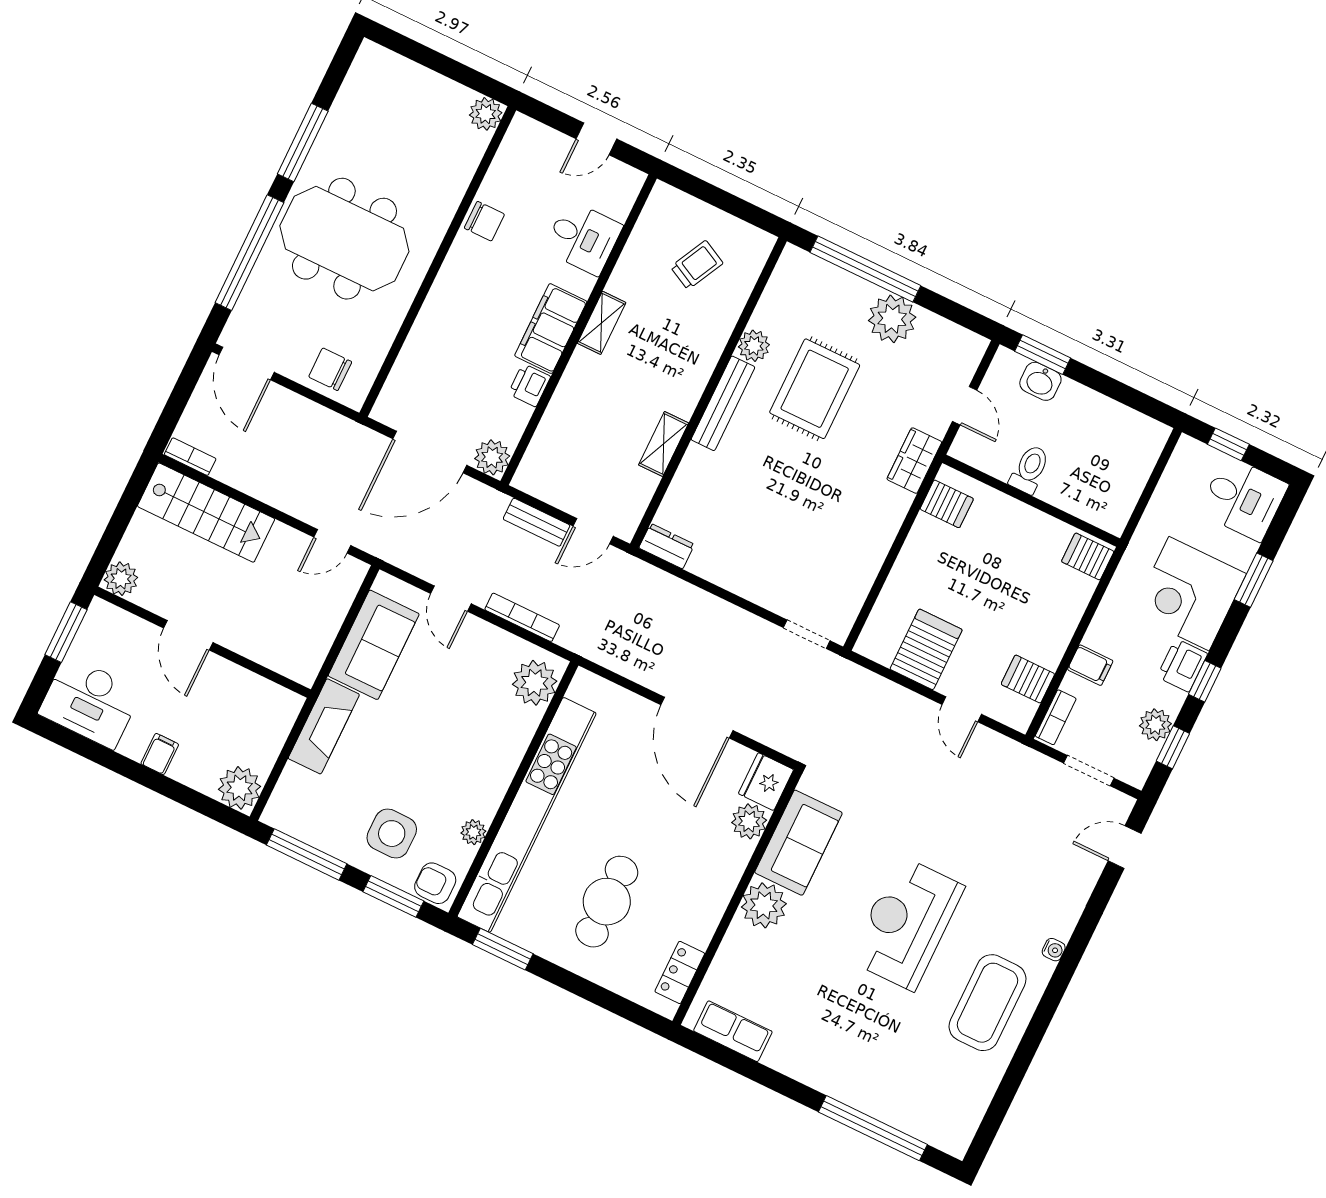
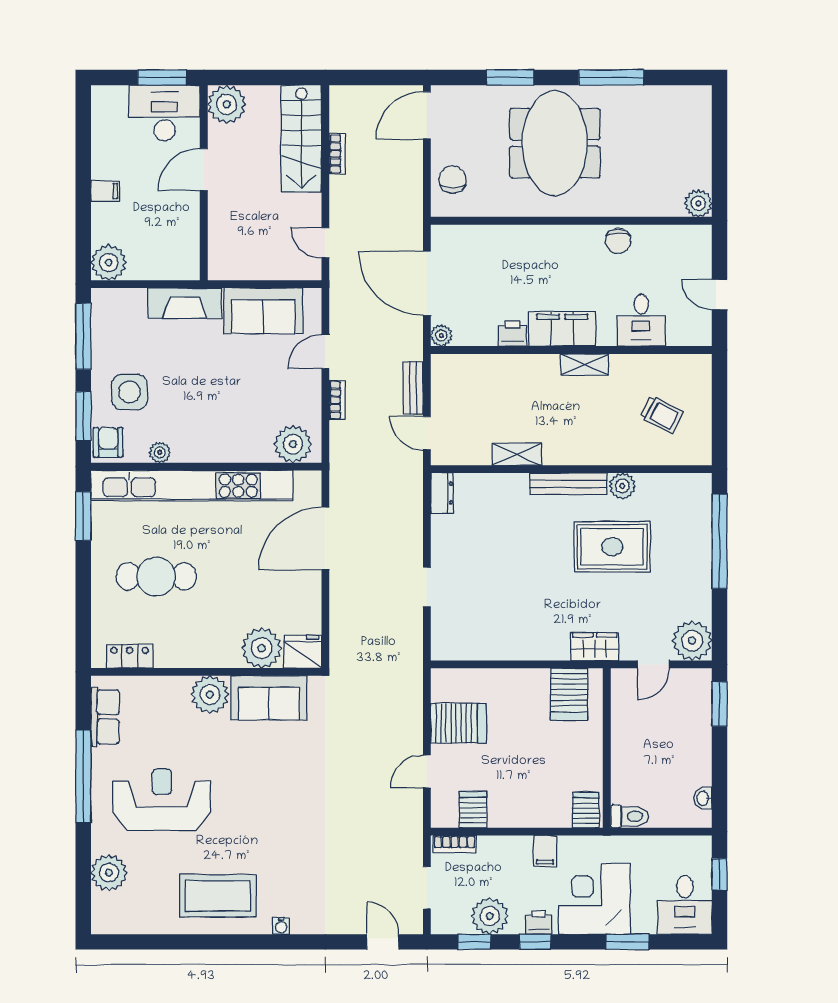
window: (249, 253) -> (510, 78), width x0.47
plant: (892, 319) -> (692, 641), moved
washbasin: (1040, 381) -> (703, 798), moved, width x0.72, depth x0.69
bookcase: (190, 457) -> (337, 154), moved
plant: (492, 457) -> (441, 336), width x0.73, depth x0.73
toilet: (1030, 469) -> (630, 816), moved
server rack: (947, 504) -> (569, 694), width x1.36, depth x1.44
plant: (121, 579) -> (227, 104), width x1.36, depth x1.36
bookcase: (522, 617) -> (337, 400), width x0.64
doorway: (807, 634) -> (427, 587), moved
filing cabinet: (1090, 665) -> (545, 851), moved
printer: (1182, 665) -> (539, 922), width x0.73, depth x0.81
desk: (90, 702) -> (165, 113), moved, turned 90
door: (697, 718) -> (325, 539), moved
plant: (1155, 725) -> (490, 916), width x1.36, depth x1.36
plant: (749, 821) -> (262, 648), width x1.36, depth x1.36
reception desk: (906, 923) -> (162, 800), moved
plant: (905, 1109) -> (109, 873), added
window: (873, 1128) -> (83, 776), moved

